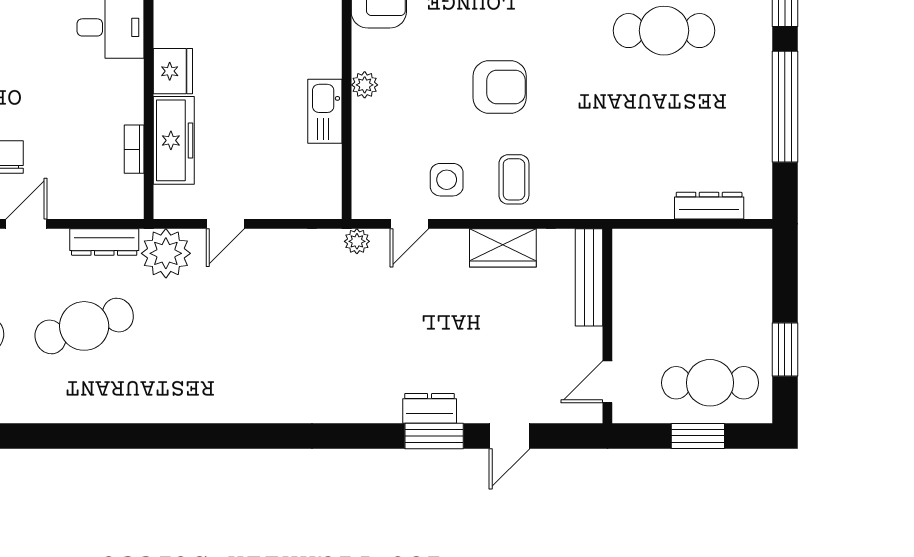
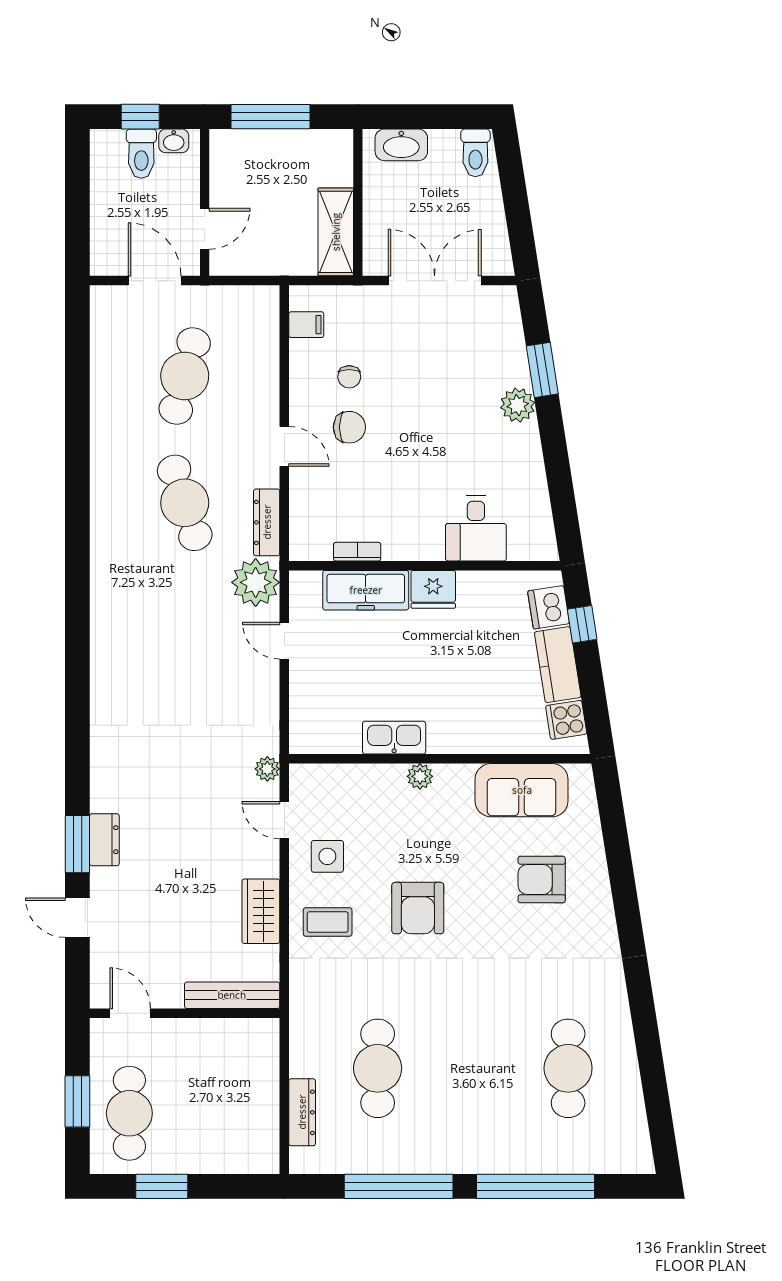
cafe table: (664, 31) -> (378, 1068), moved

